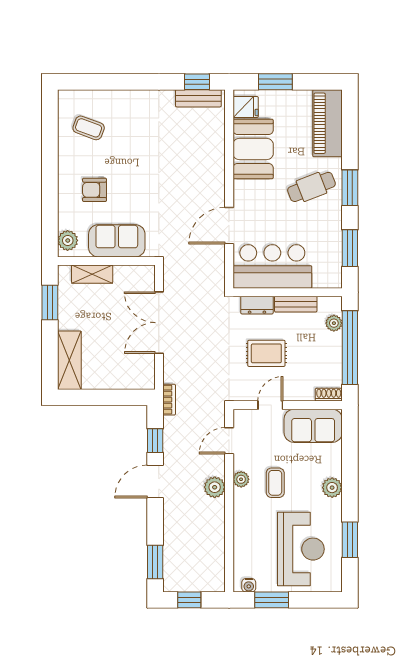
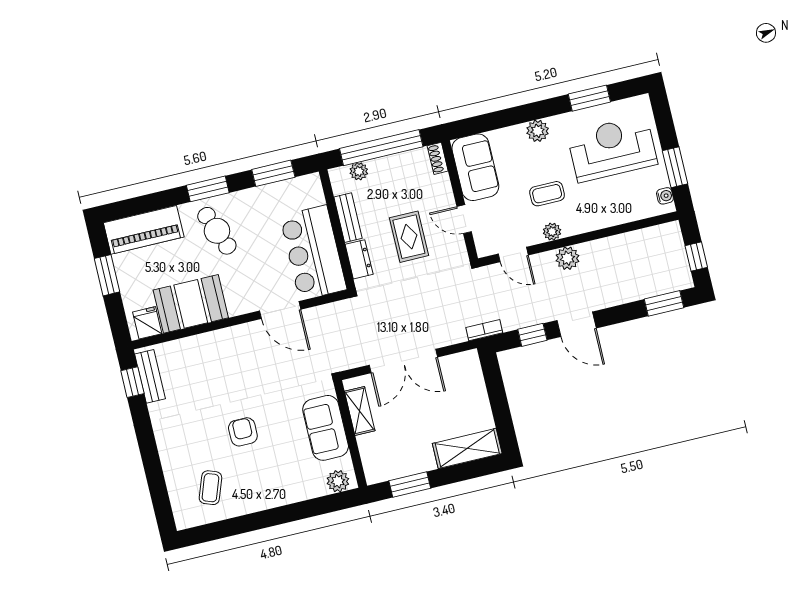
window: (275, 82) -> (107, 275), moved
armchair: (95, 190) -> (243, 432), moved, turned 180
shelving: (92, 274) -> (360, 411), moved

